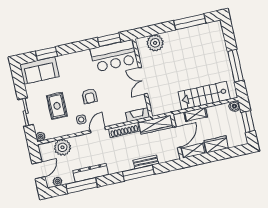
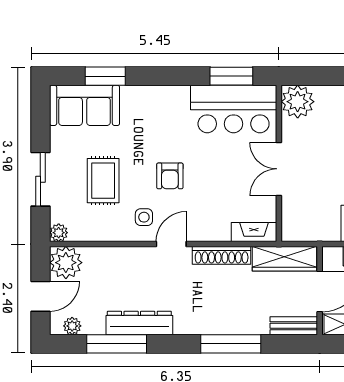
plant: (155, 43) -> (298, 102), moved
plant: (63, 147) -> (66, 263), moved
bench: (146, 162) -> (294, 326), moved

